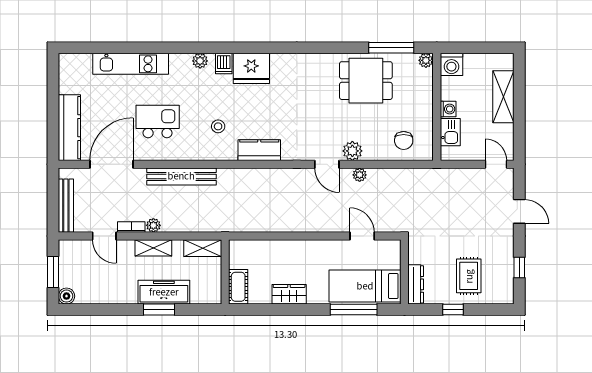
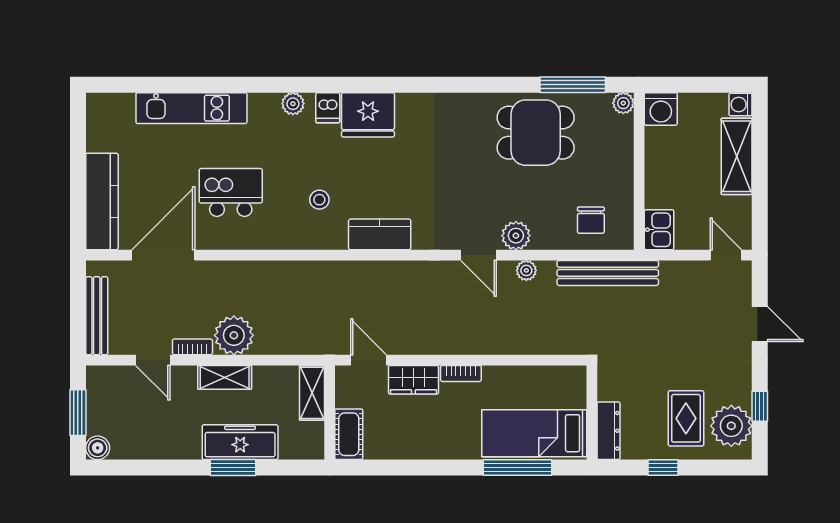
washing machine: (448, 109) -> (740, 105), moved, turned 180
kitchen sink: (450, 132) -> (659, 230), moved
bench: (181, 176) -> (608, 273), moved
plant: (153, 225) -> (234, 335), width x1.88, depth x1.88
door: (362, 236) -> (369, 360), moved
bookcase: (315, 245) -> (461, 373), added
shelving: (203, 248) -> (312, 393), moved, turned 90
plant: (500, 281) -> (731, 426), added
wardrobe: (289, 294) -> (413, 380), moved, turned 180

